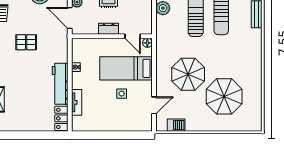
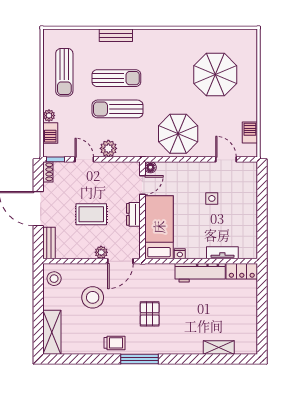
bed: (126, 68) -> (159, 227), moved, turned 180
parasol: (188, 74) -> (178, 134), moved

